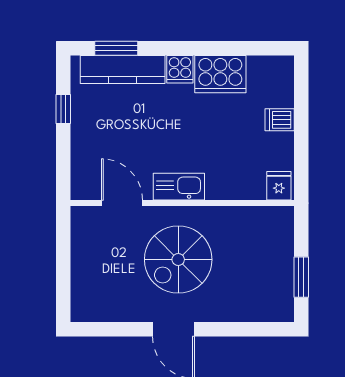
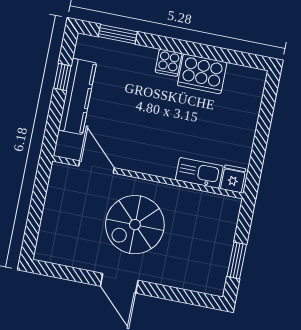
kitchen counter: (123, 69) -> (77, 96), moved, turned -90
dishwasher: (280, 120) -> (245, 123), removed
kitchen sink: (179, 187) -> (199, 173), moved

